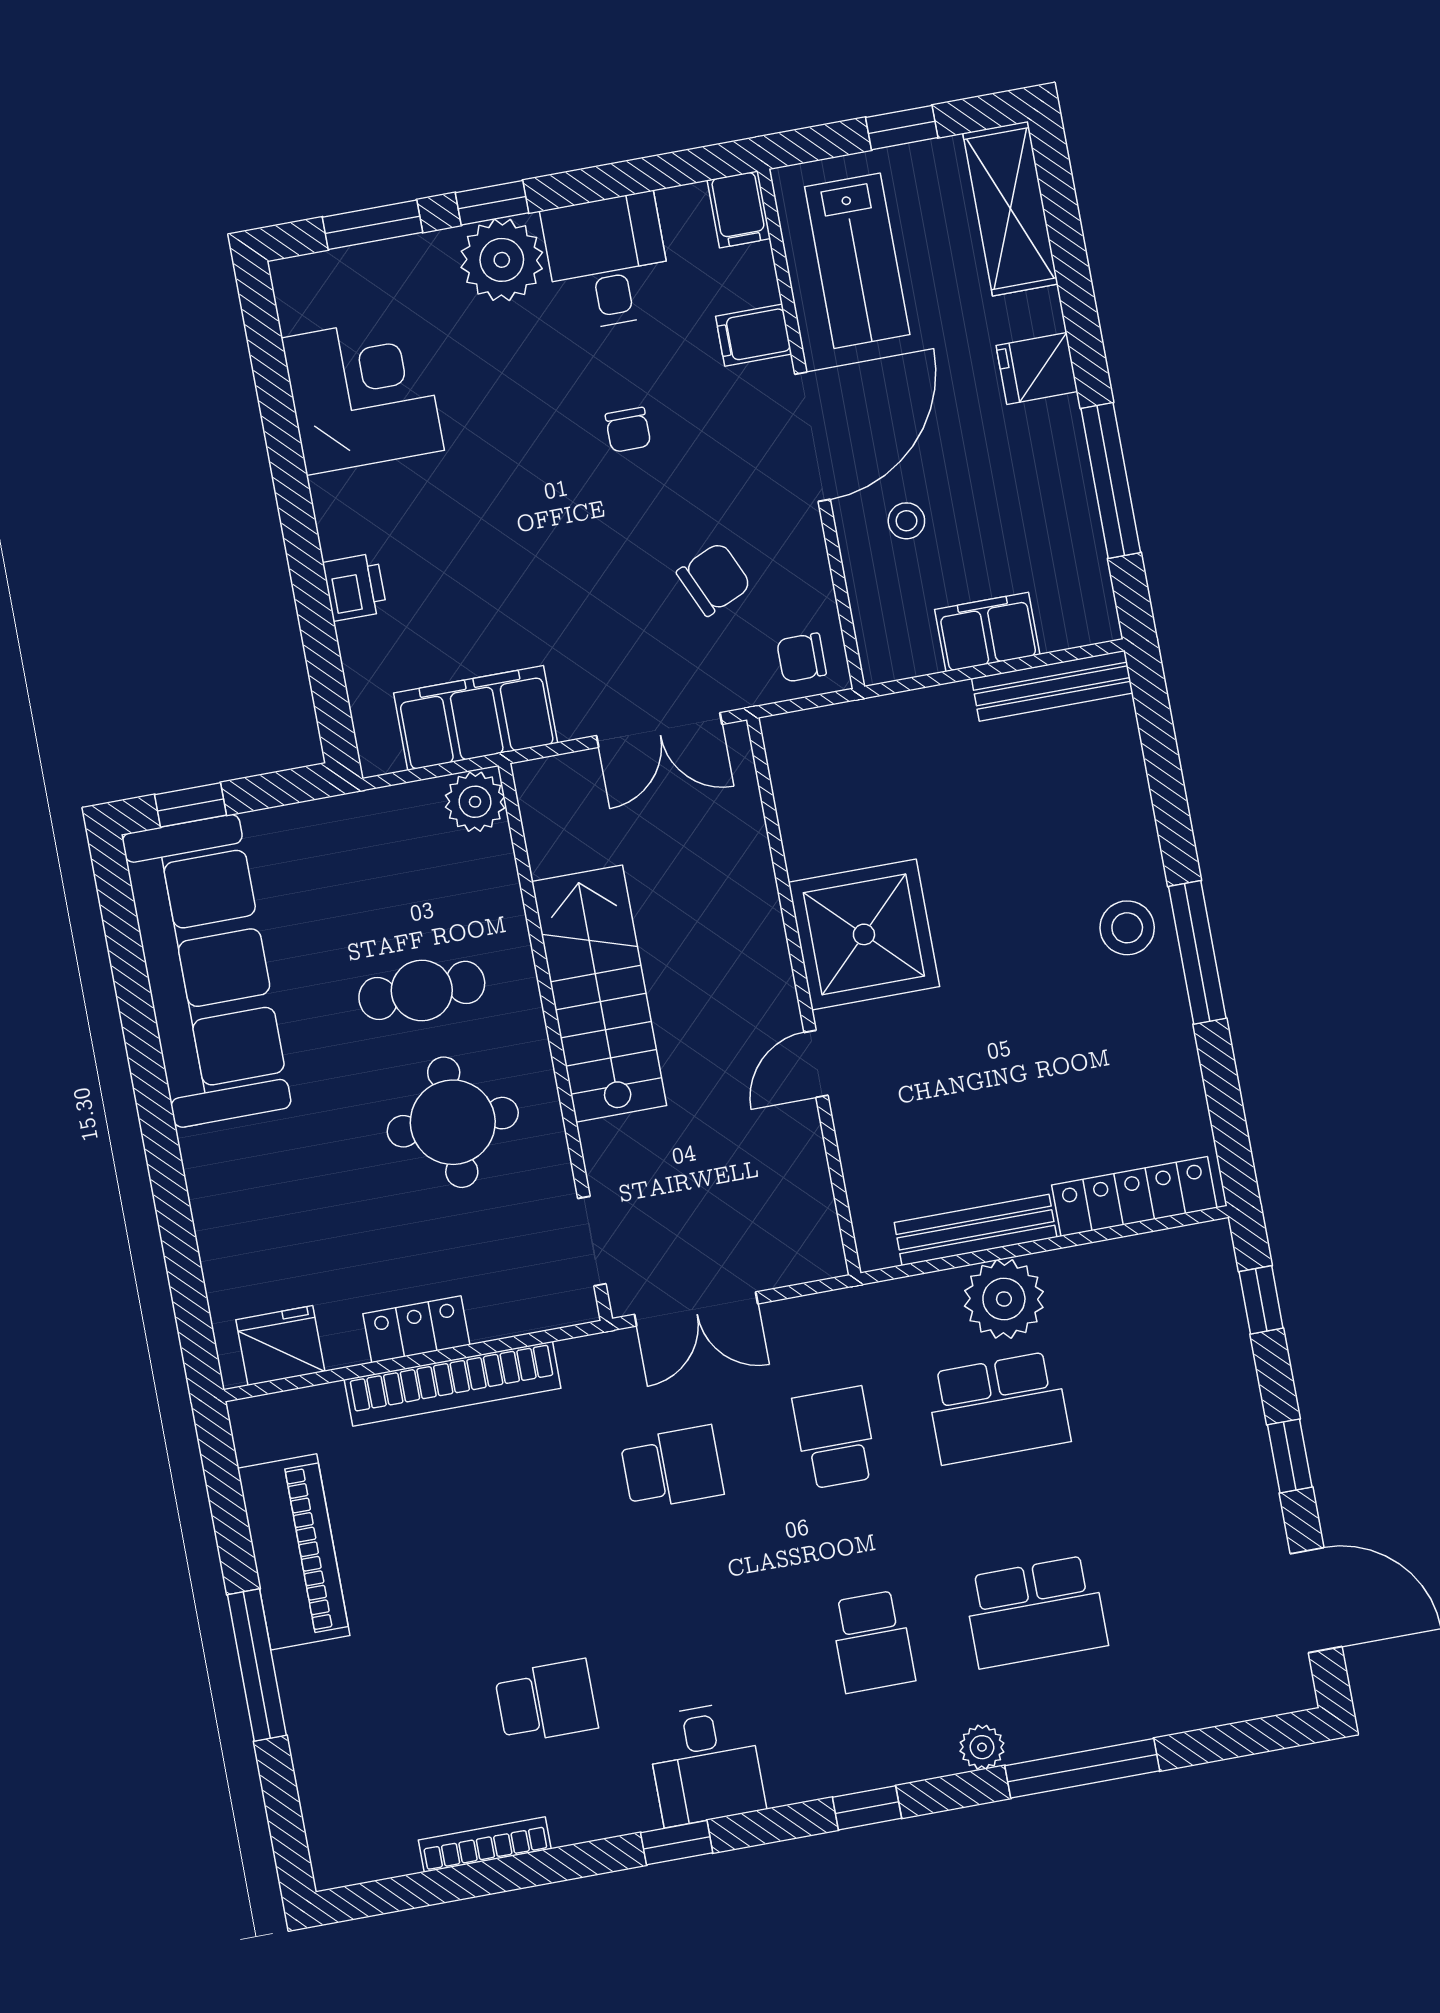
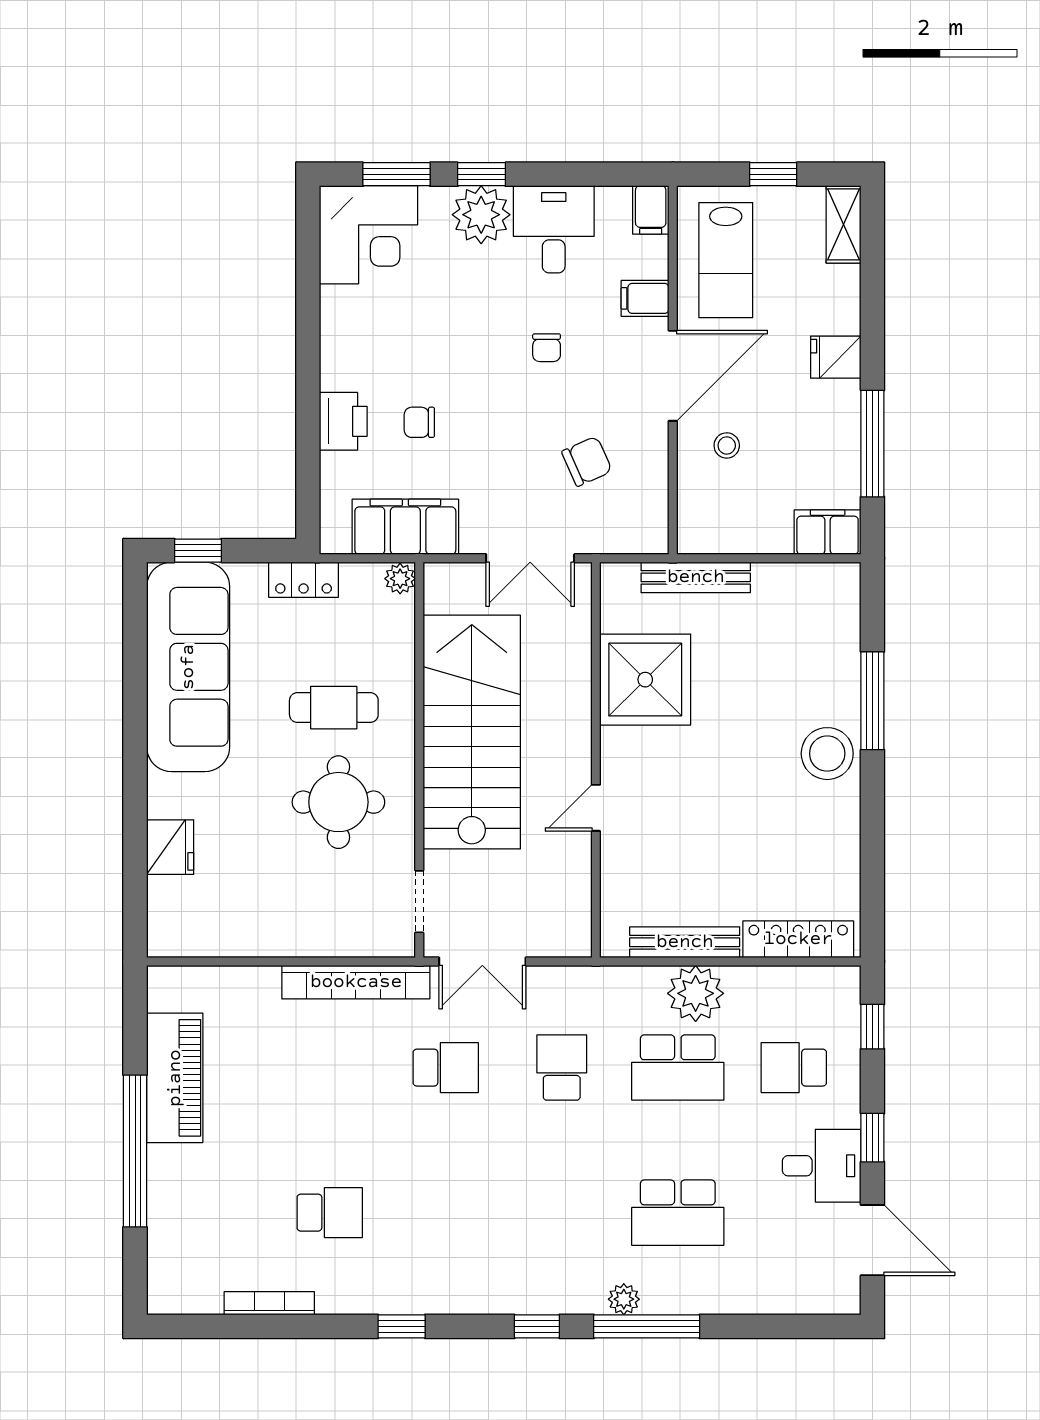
shelving: (1010, 209) -> (843, 224), width x0.67, depth x0.75
corner desk: (363, 394) -> (368, 235), moved, turned 90
printer: (355, 587) -> (343, 421), width x1.36, depth x1.24
filing cabinet: (987, 632) -> (828, 532), moved
chair: (801, 658) -> (419, 422), moved
bench: (1052, 686) -> (696, 577), moved
plant: (475, 802) -> (400, 579), width x0.73, depth x0.73
stool: (1127, 928) -> (827, 754), width x1.38, depth x1.38
shower: (864, 934) -> (645, 680), moved
window: (1197, 952) -> (872, 701), moved
stairs: (599, 994) -> (472, 732), width x1.36, depth x1.51
locker: (416, 1329) -> (304, 580), moved, turned 180
fridge: (280, 1346) -> (170, 847), moved, turned 90
bookcase: (453, 1384) -> (356, 982), moved
school desk: (872, 1641) -> (794, 1068), moved, turned 90
window: (257, 1665) -> (135, 1151), width x1.46
desk: (706, 1764) -> (822, 1166), moved, turned -90
window: (1082, 1768) -> (647, 1326), moved

